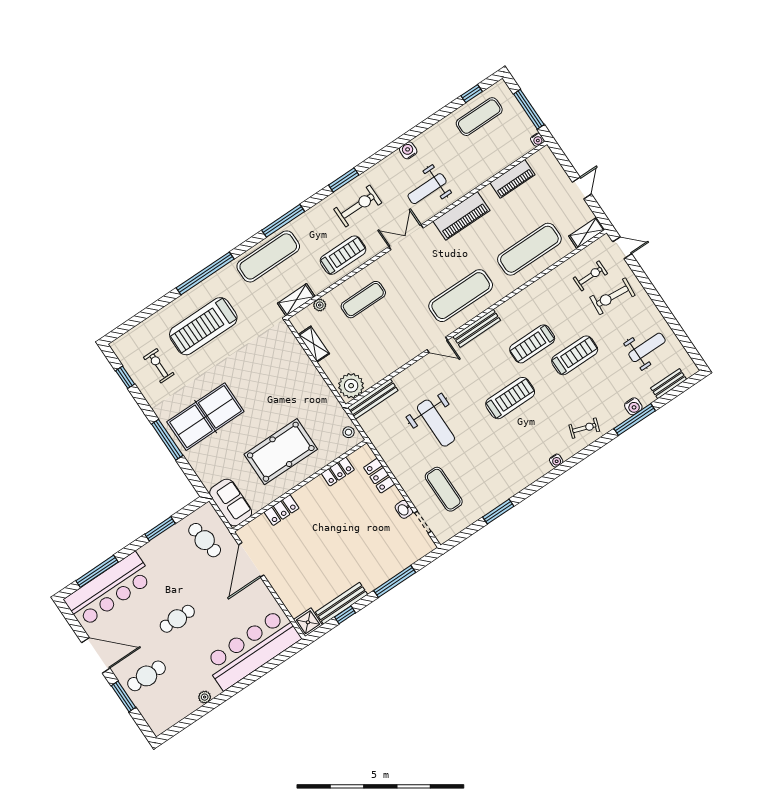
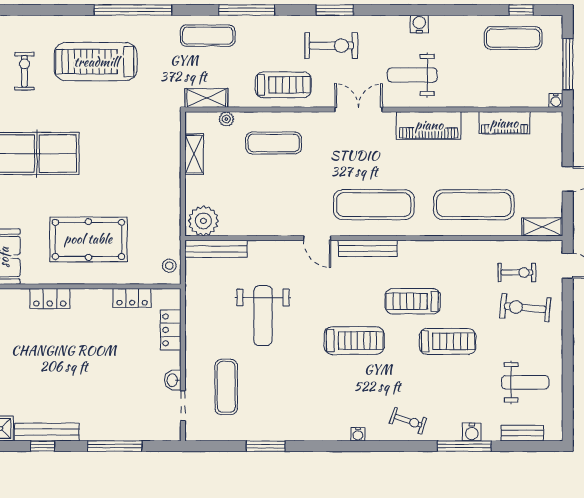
exercise mat: (268, 256) -> (208, 36), width x0.73, depth x0.69

